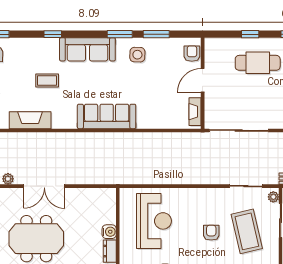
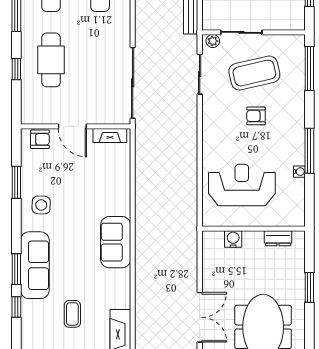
window: (120, 34) -> (16, 269), moved
armchair: (192, 54) -> (40, 139), turned 180
sofa: (107, 116) -> (116, 242), width x0.73
water cooler: (109, 232) -> (233, 239), moved

